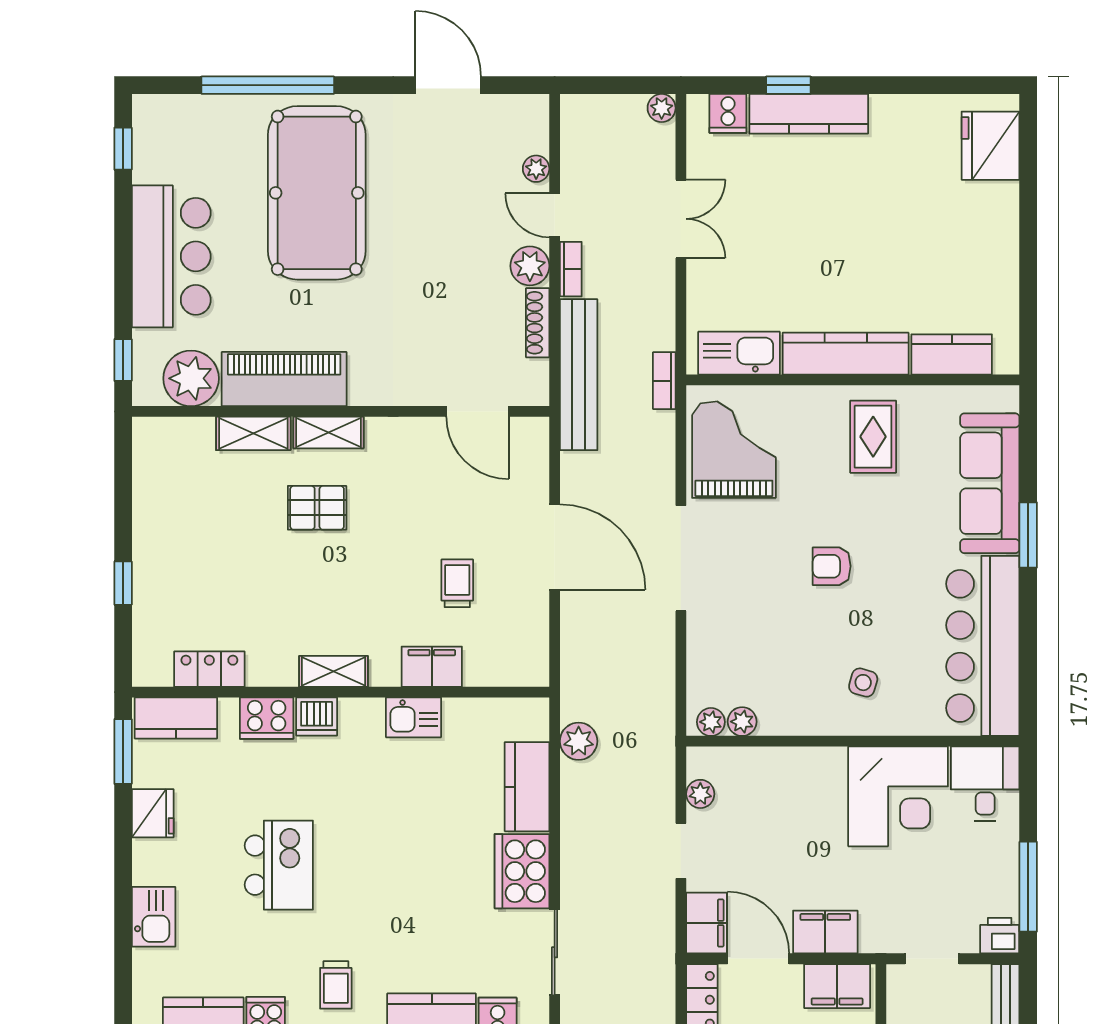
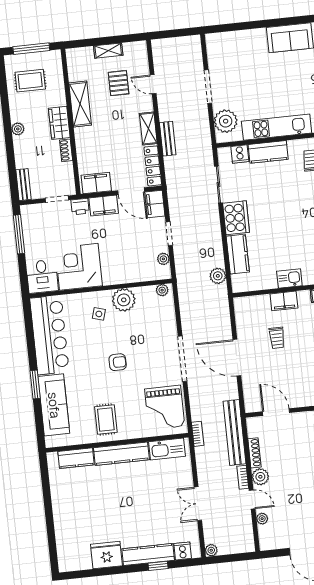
fridge: (991, 146) -> (106, 555), moved, turned -90
plant: (742, 722) -> (124, 300), moved, width x1.87, depth x1.87
printer: (1000, 936) -> (80, 207), moved

